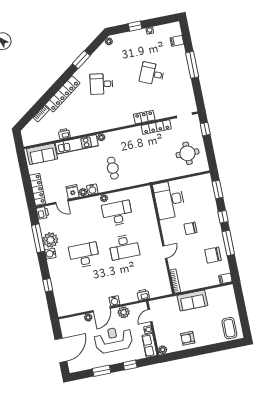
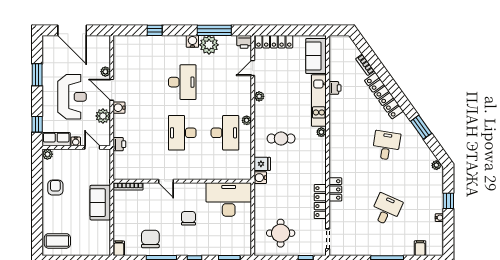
water cooler: (92, 189) -> (260, 178), moved
fridge: (73, 192) -> (262, 164), moved
window: (130, 365) -> (37, 124), moved

